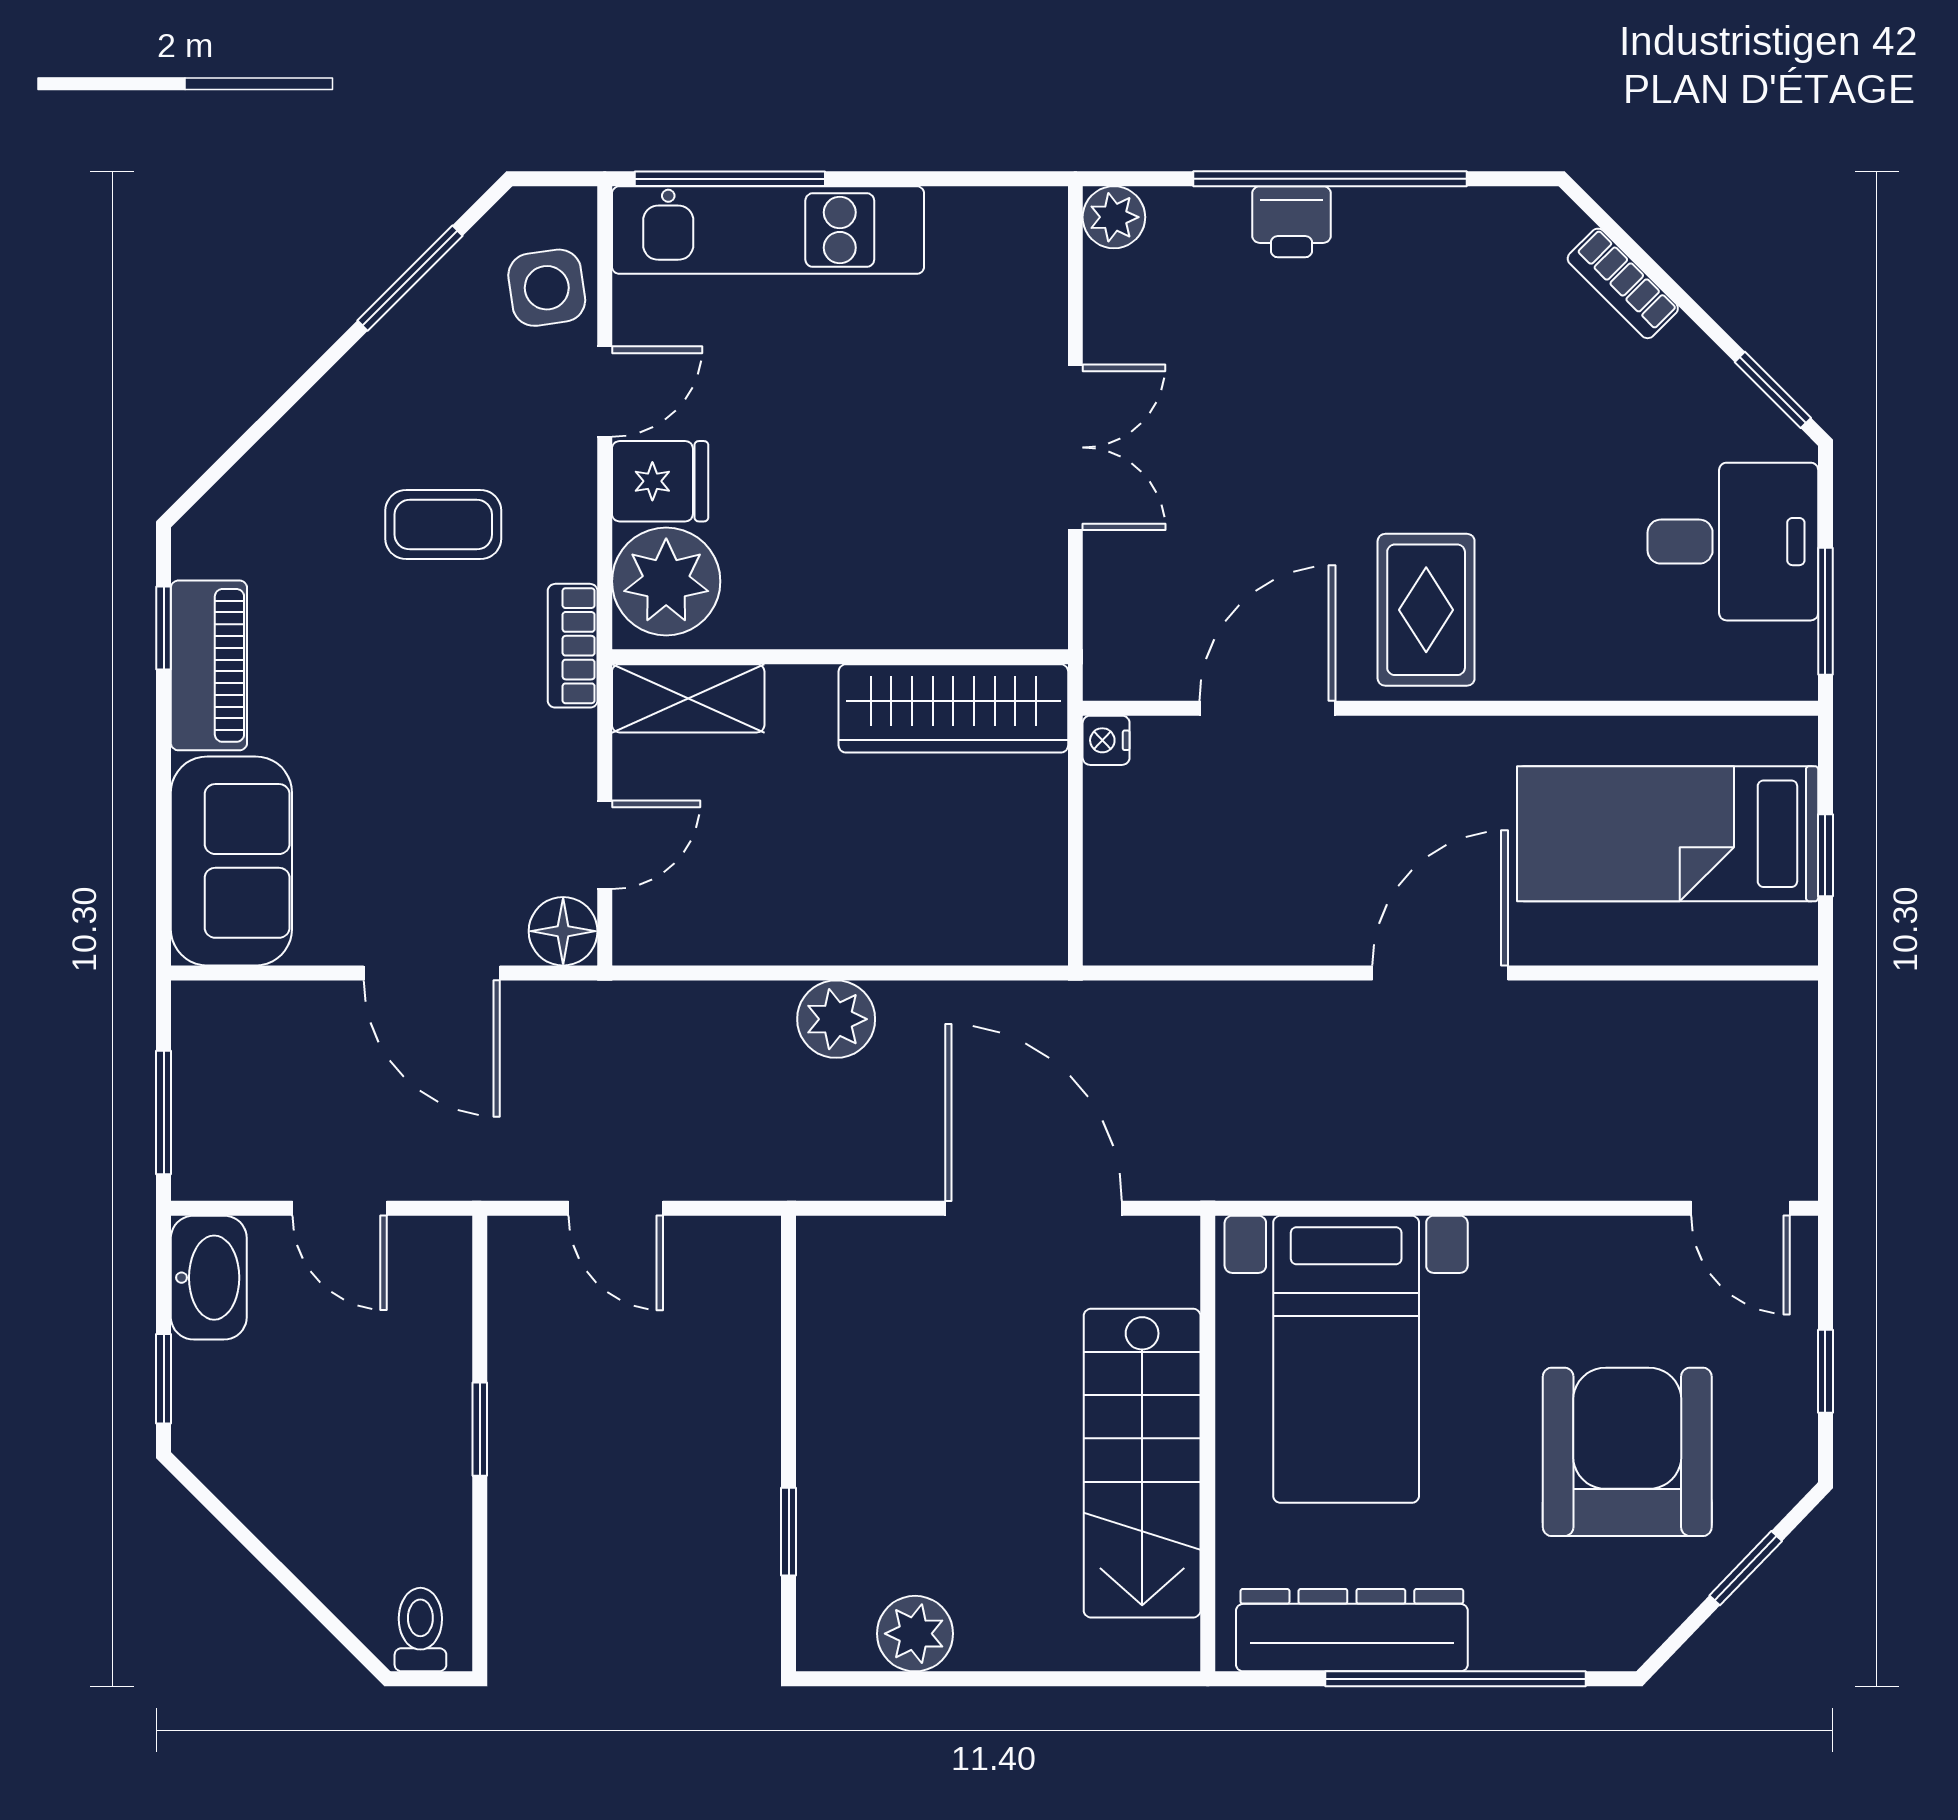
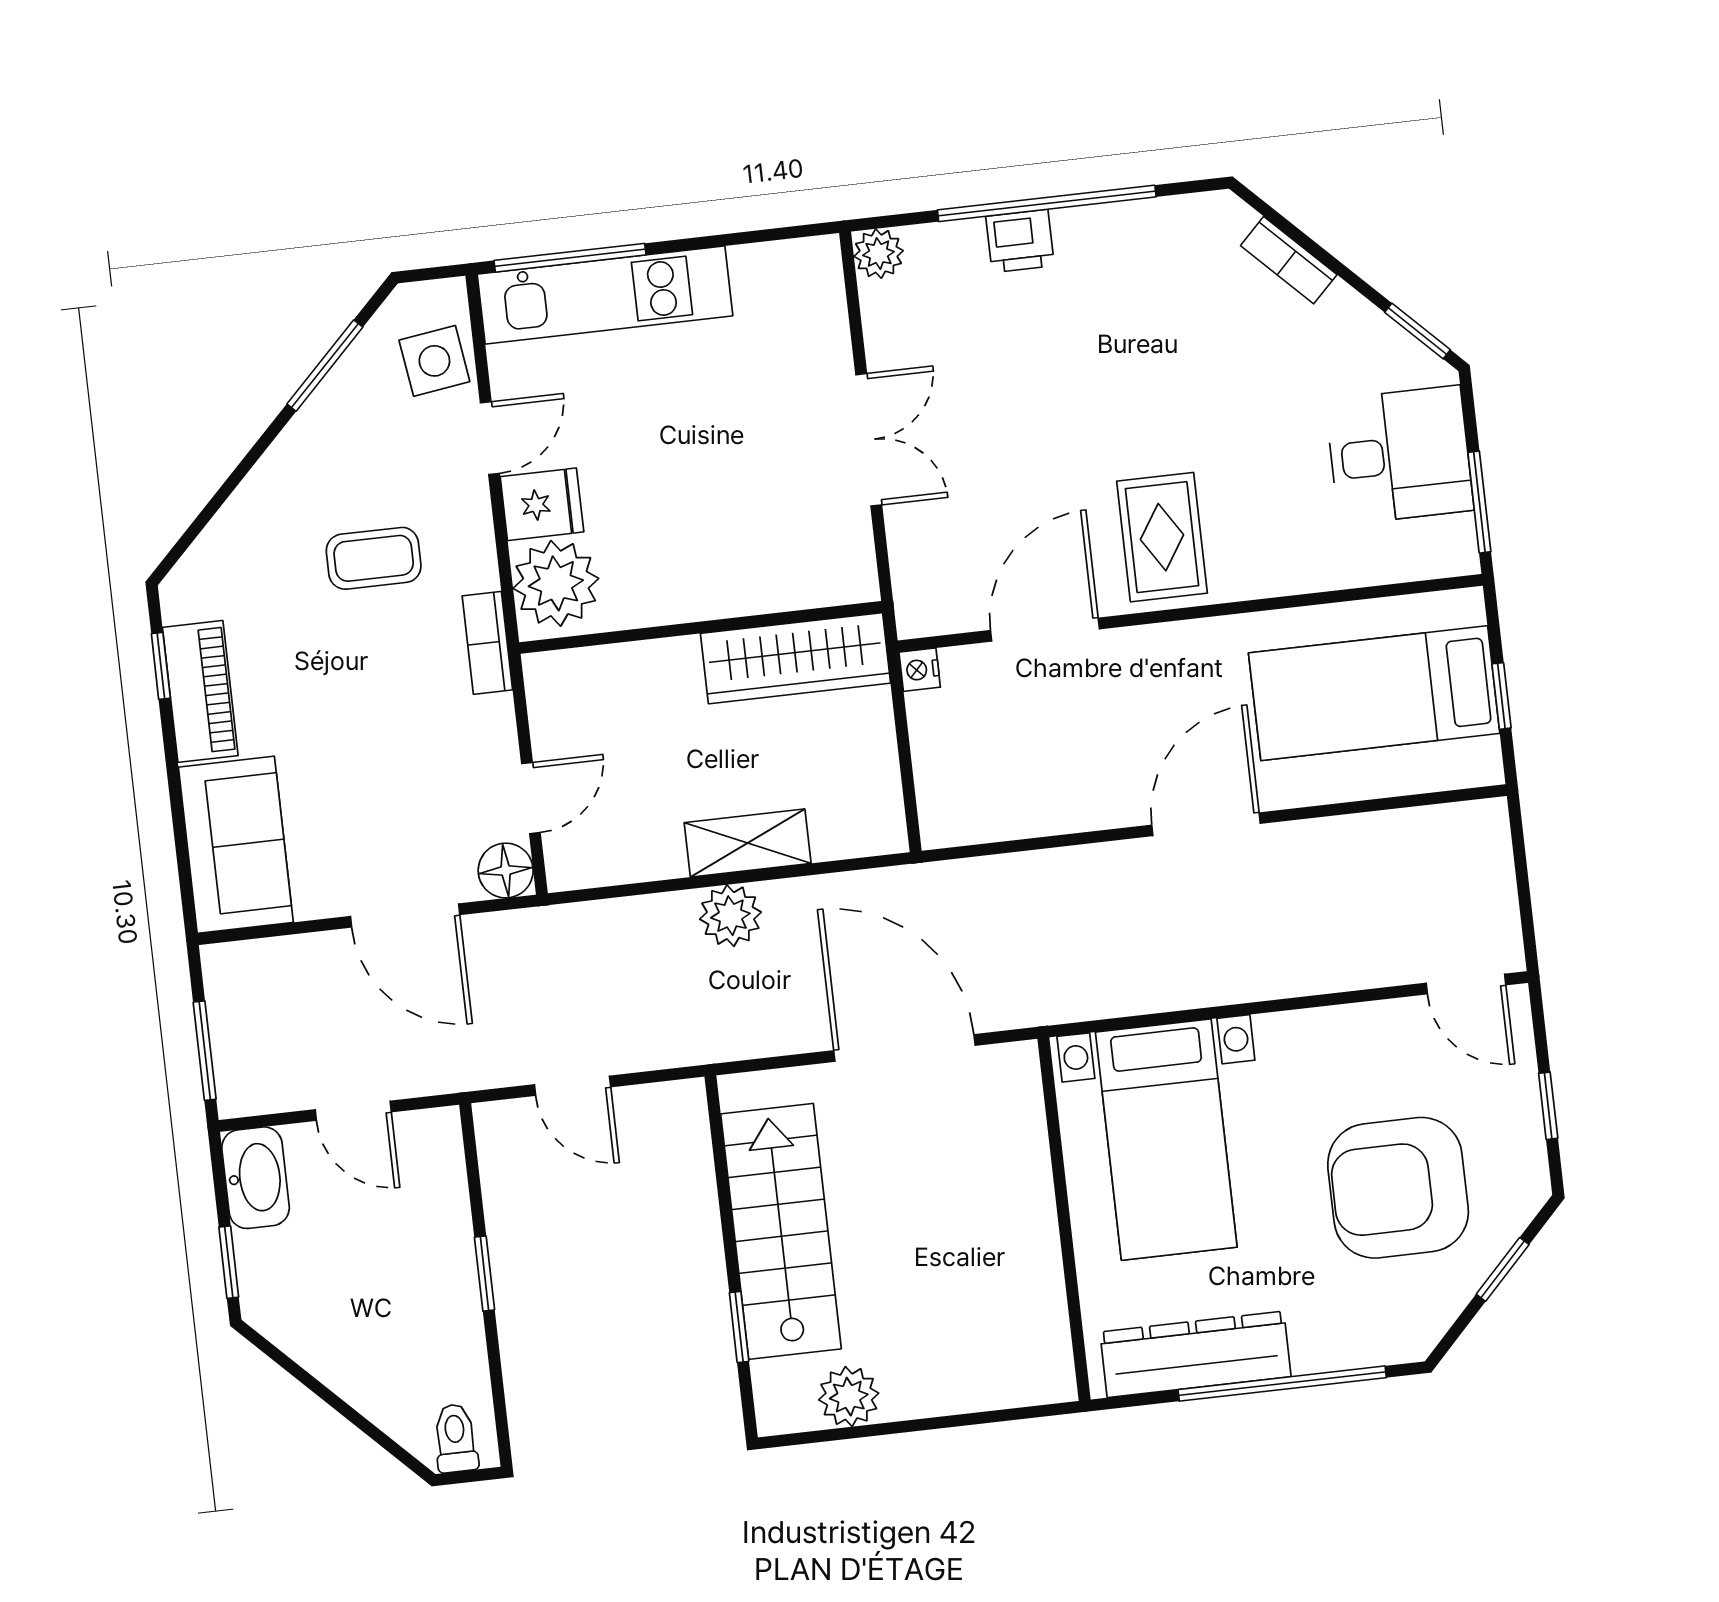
shelving: (688, 698) -> (748, 843), moved
armchair: (1627, 1452) -> (1398, 1188), turned -90
stairs: (1142, 1463) -> (781, 1231), moved, turned 180

